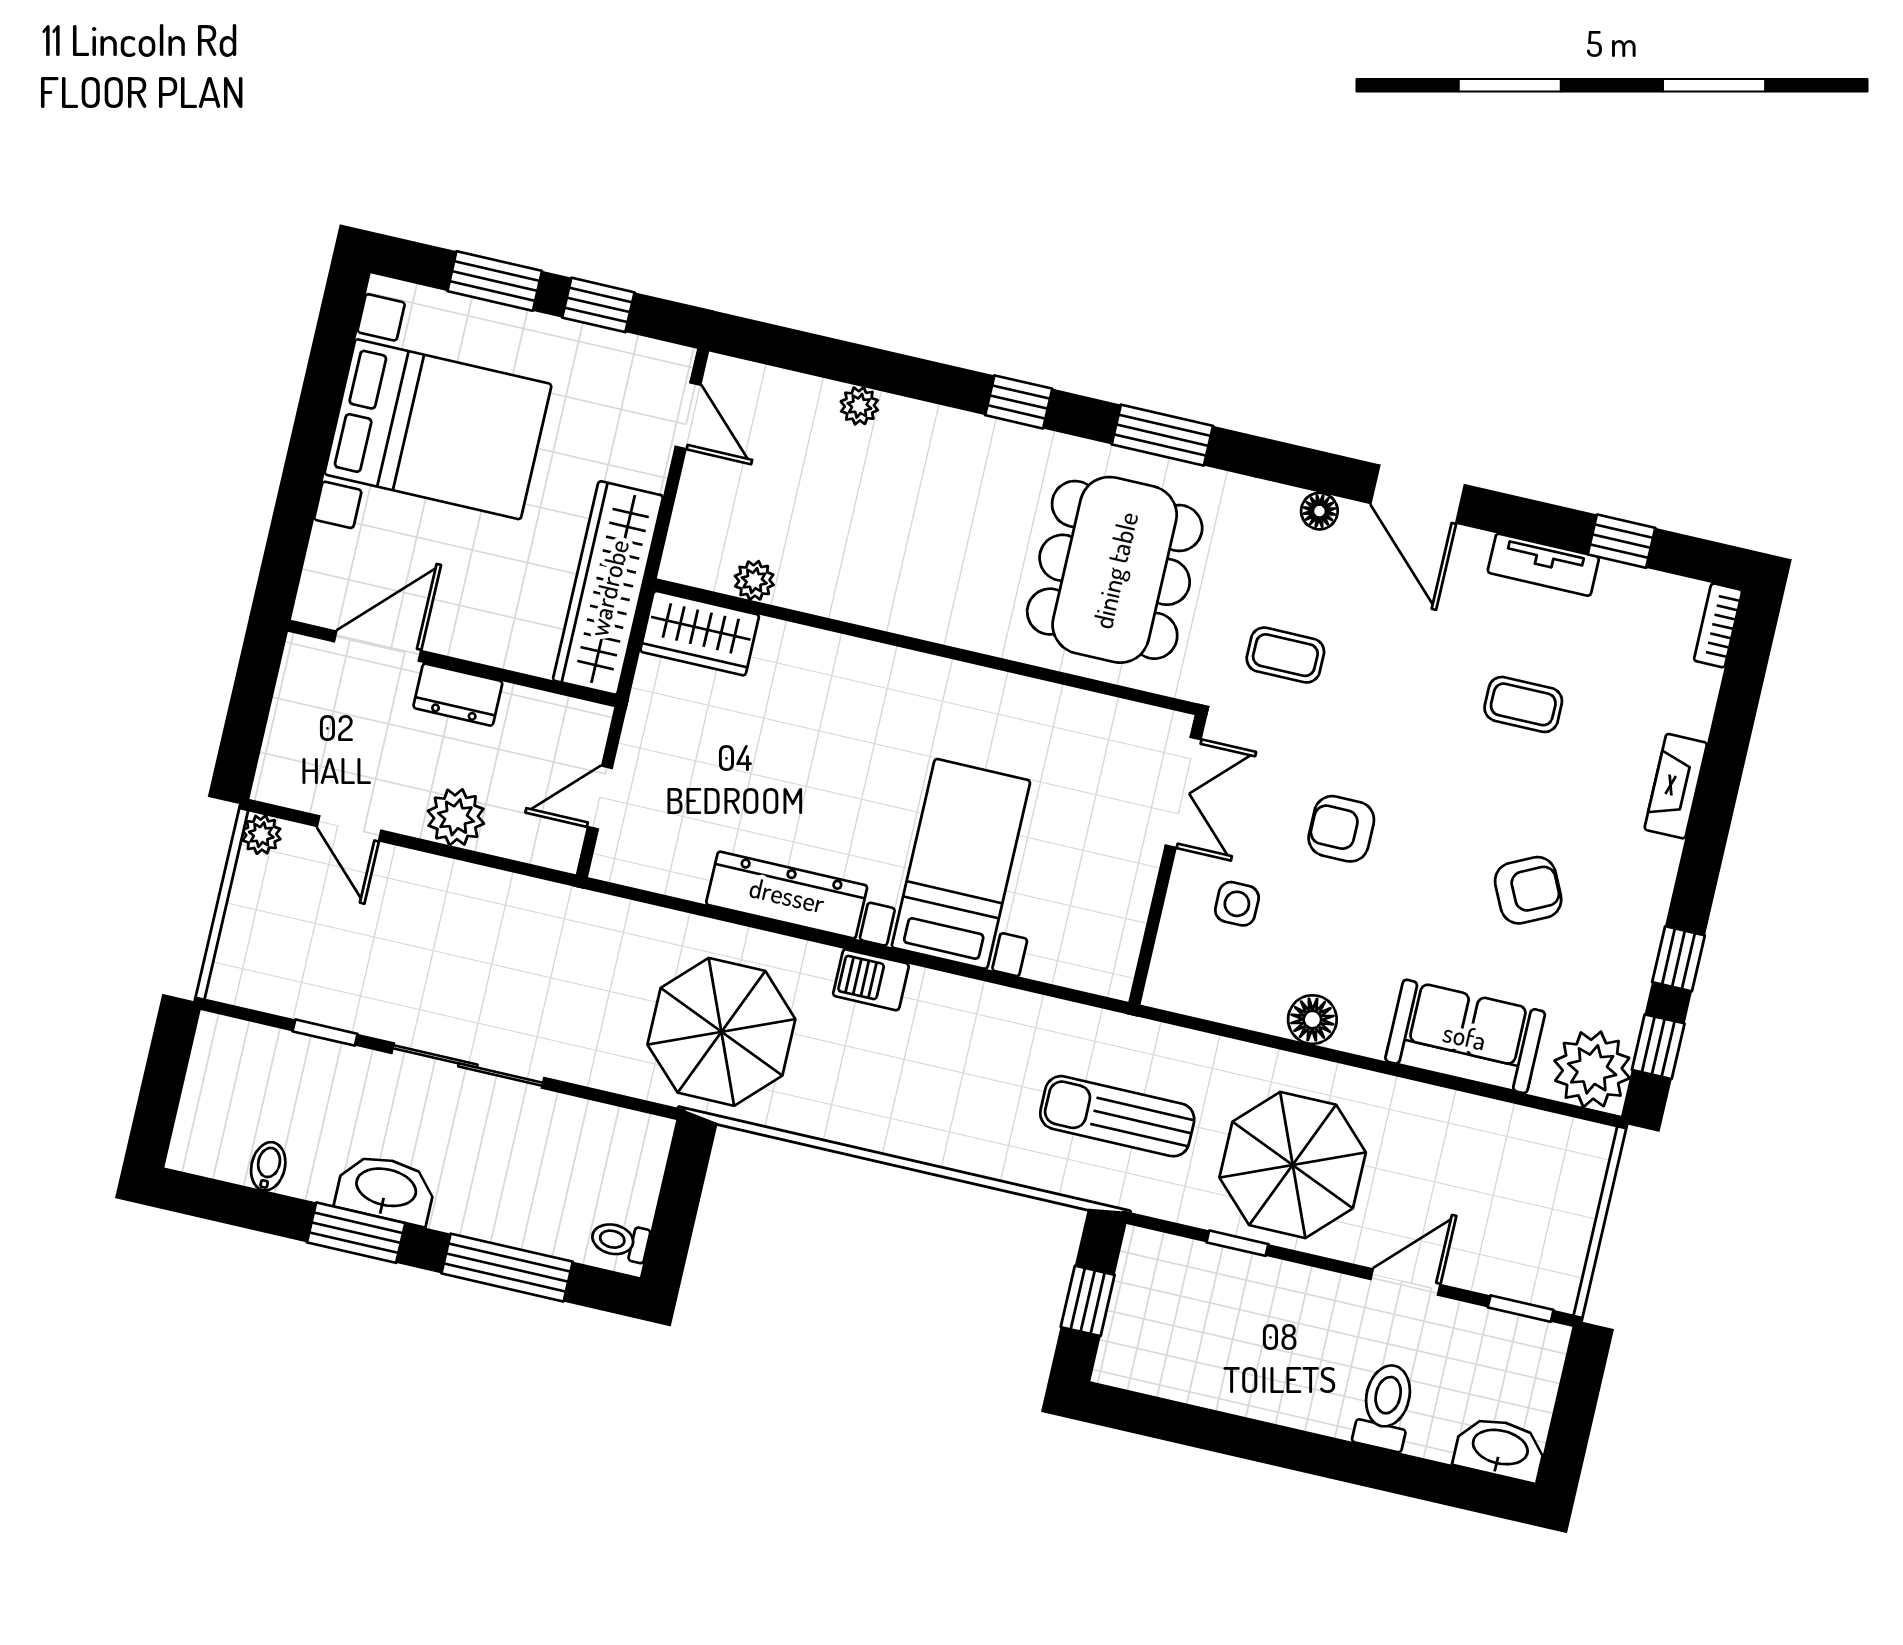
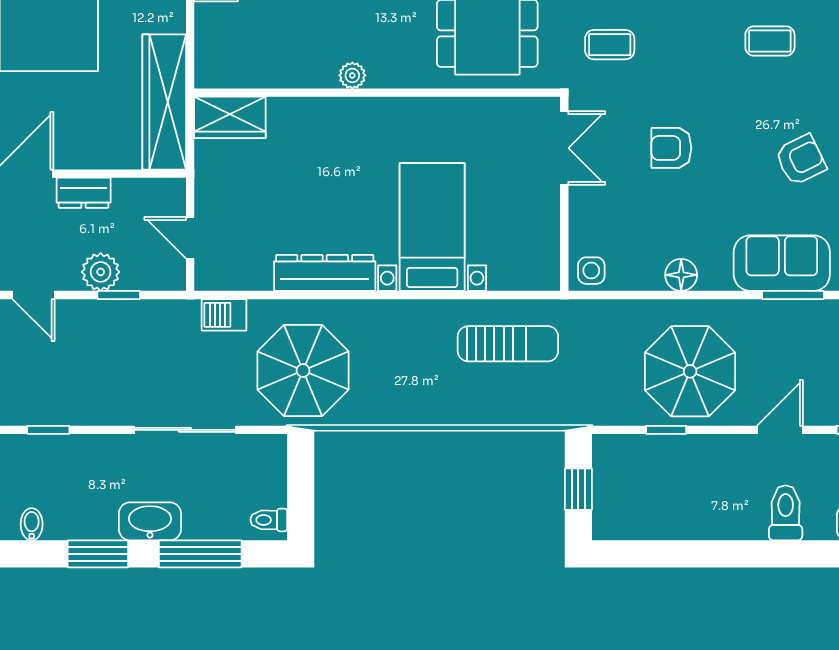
plant: (754, 580) -> (352, 75), moved
door: (600, 797) -> (190, 238), hinge flipped
window: (475, 857) -> (119, 295), added
side table: (1237, 904) -> (591, 271), moved
barbecue: (871, 980) -> (224, 315), moved
sliding door: (468, 1066) -> (185, 430), moved
window: (1471, 1087) -> (793, 295), added
sun lounger: (1117, 1116) -> (508, 344), moved, turned 180
washbasin: (386, 1189) -> (150, 521), moved

